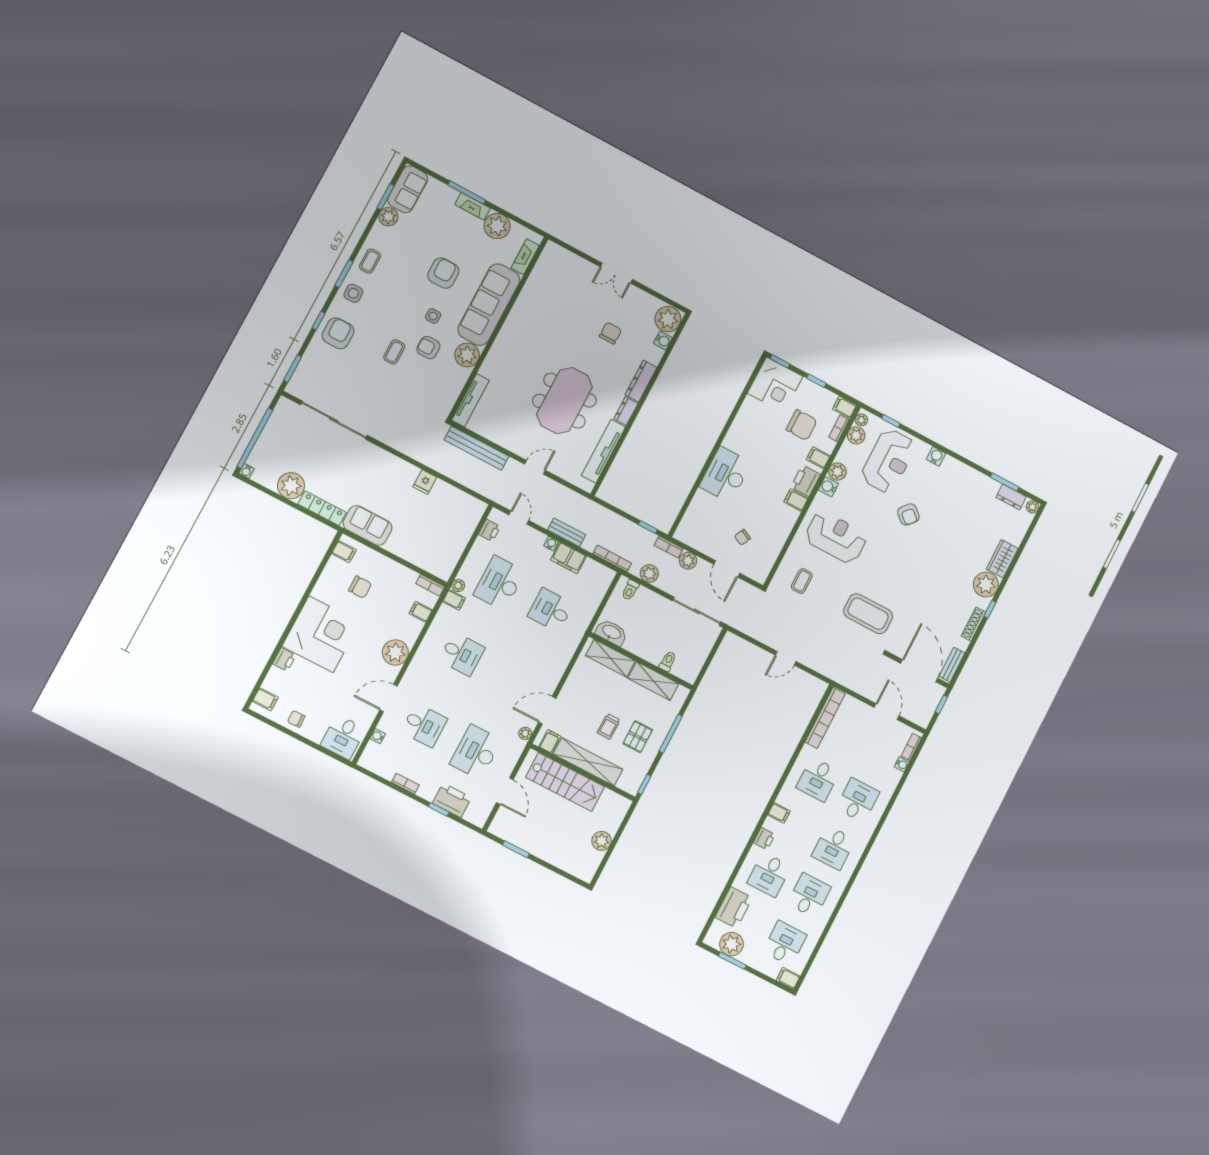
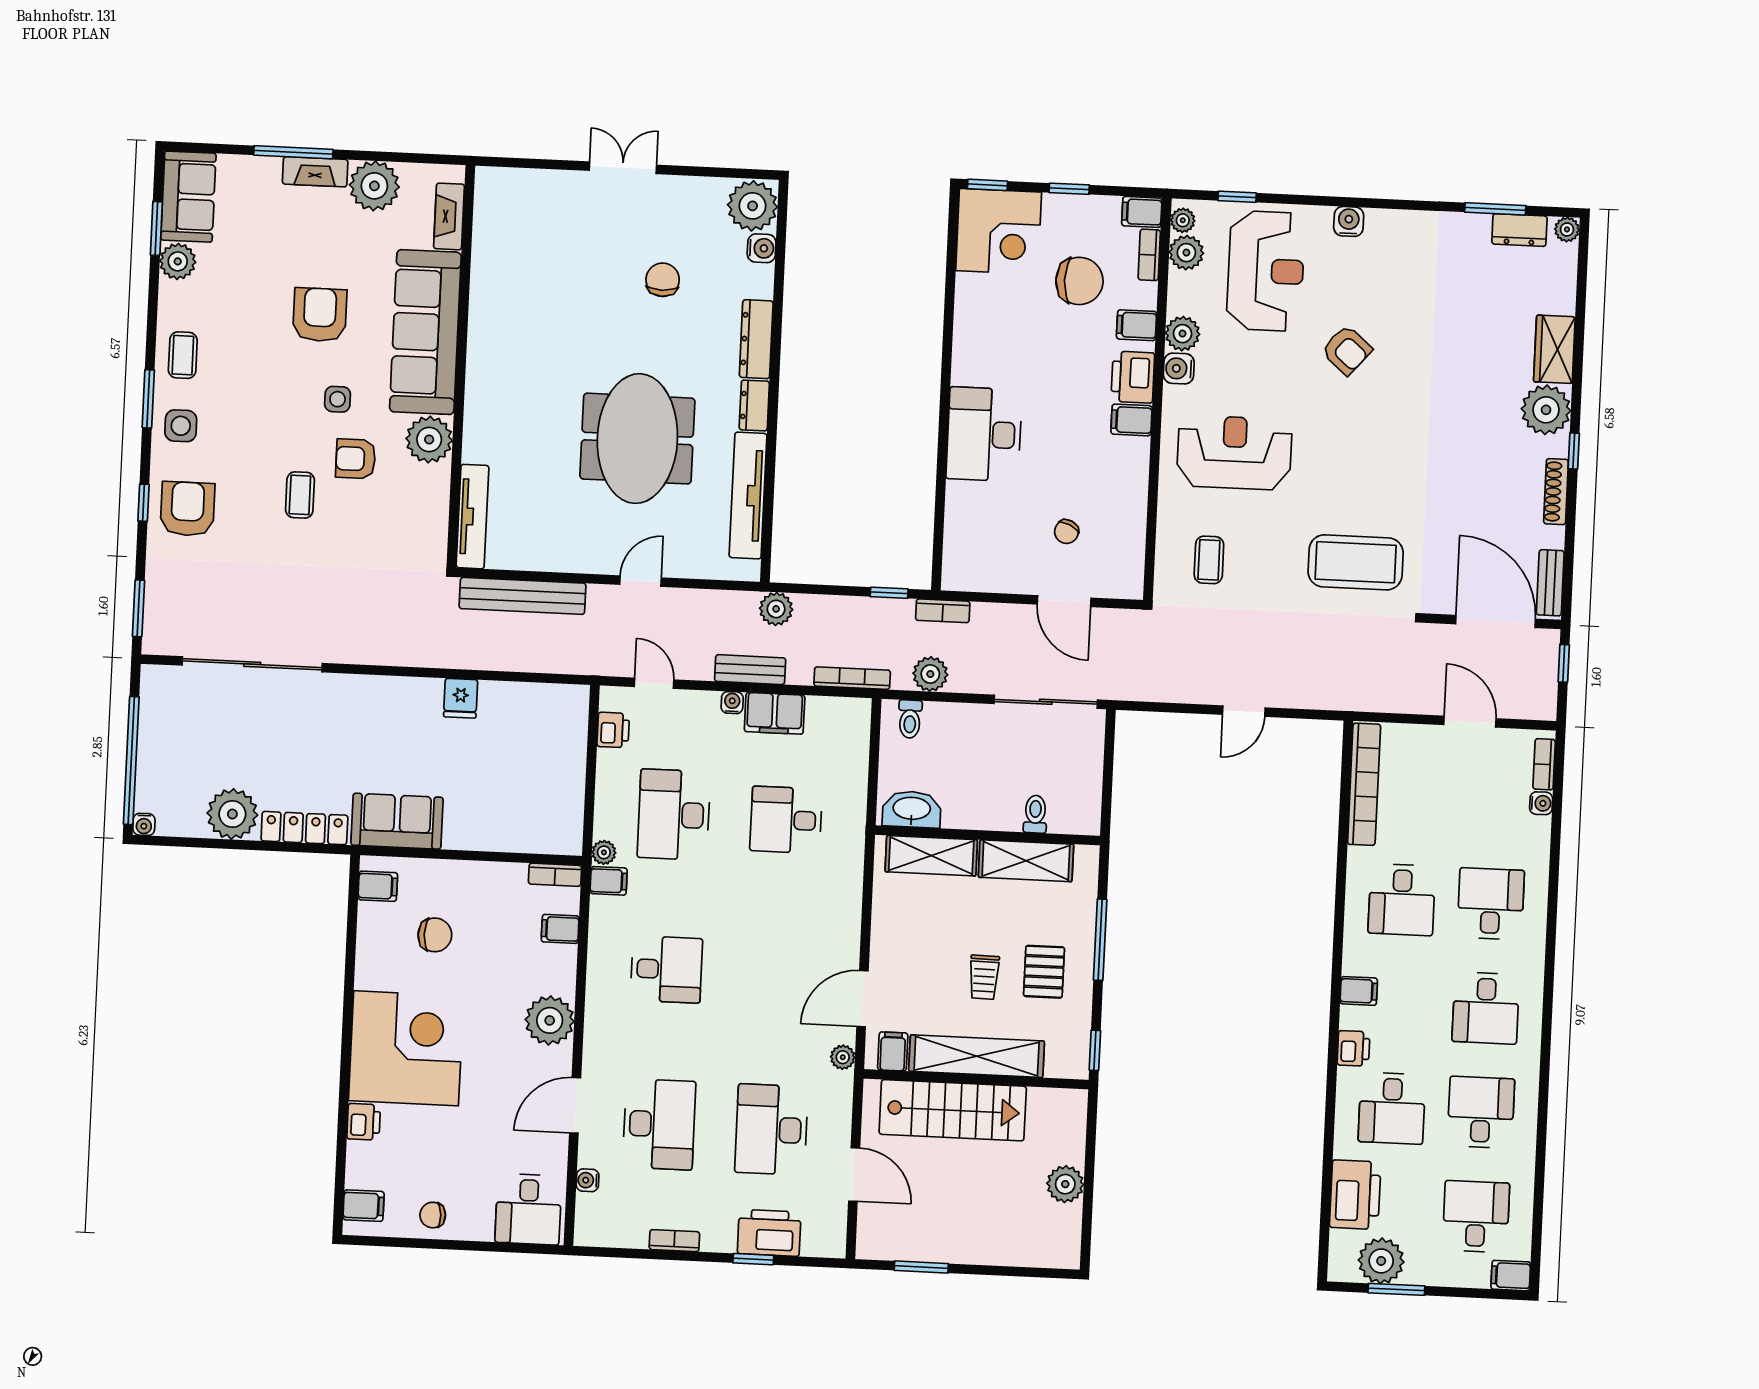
double door: (616, 273) -> (623, 168), swing flipped
plant: (688, 561) -> (776, 609), moved
desk: (424, 725) -> (659, 1124), width x1.37

